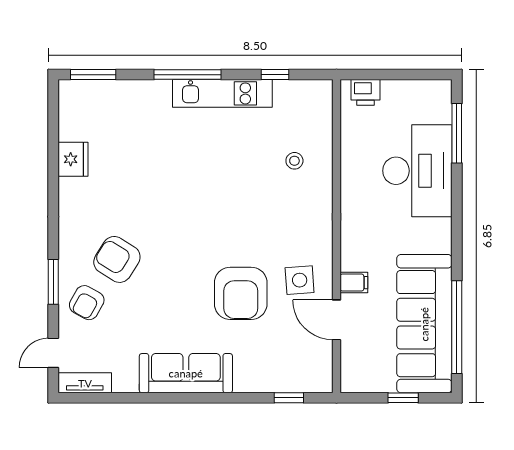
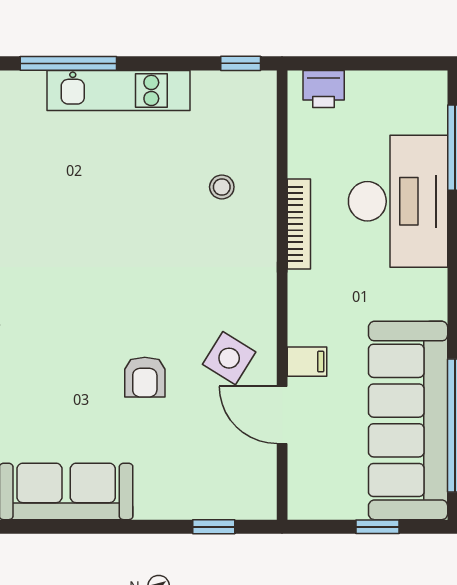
window: (275, 75) -> (241, 63), moved
bookcase: (348, 187) -> (299, 224), added
side table: (300, 280) -> (229, 358), turned 36
armchair: (241, 293) -> (145, 377), width x0.53, depth x0.53

